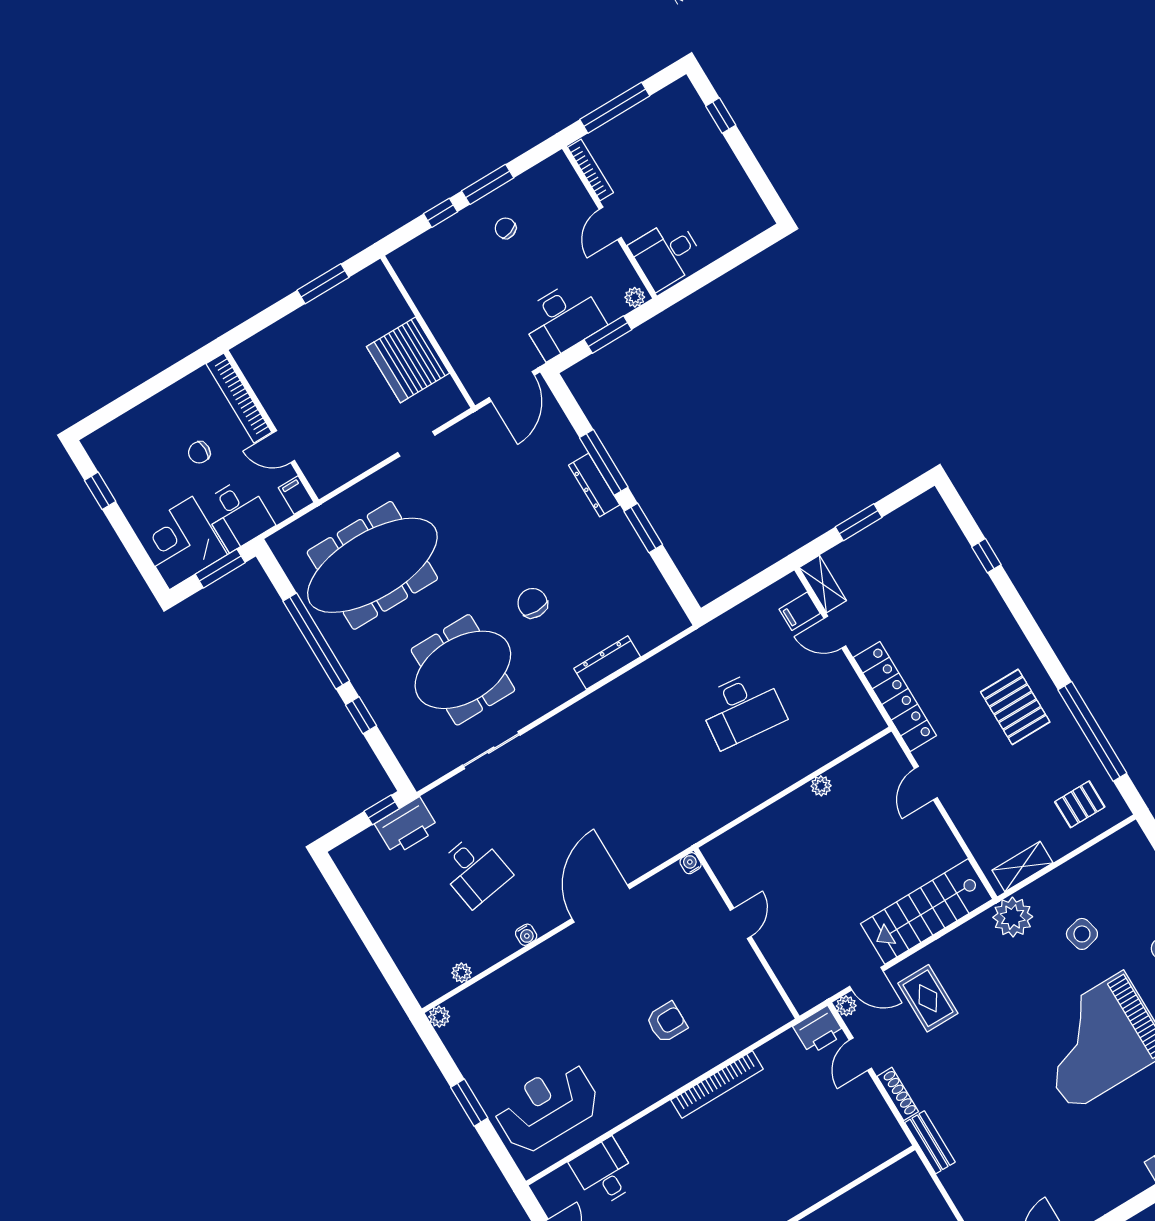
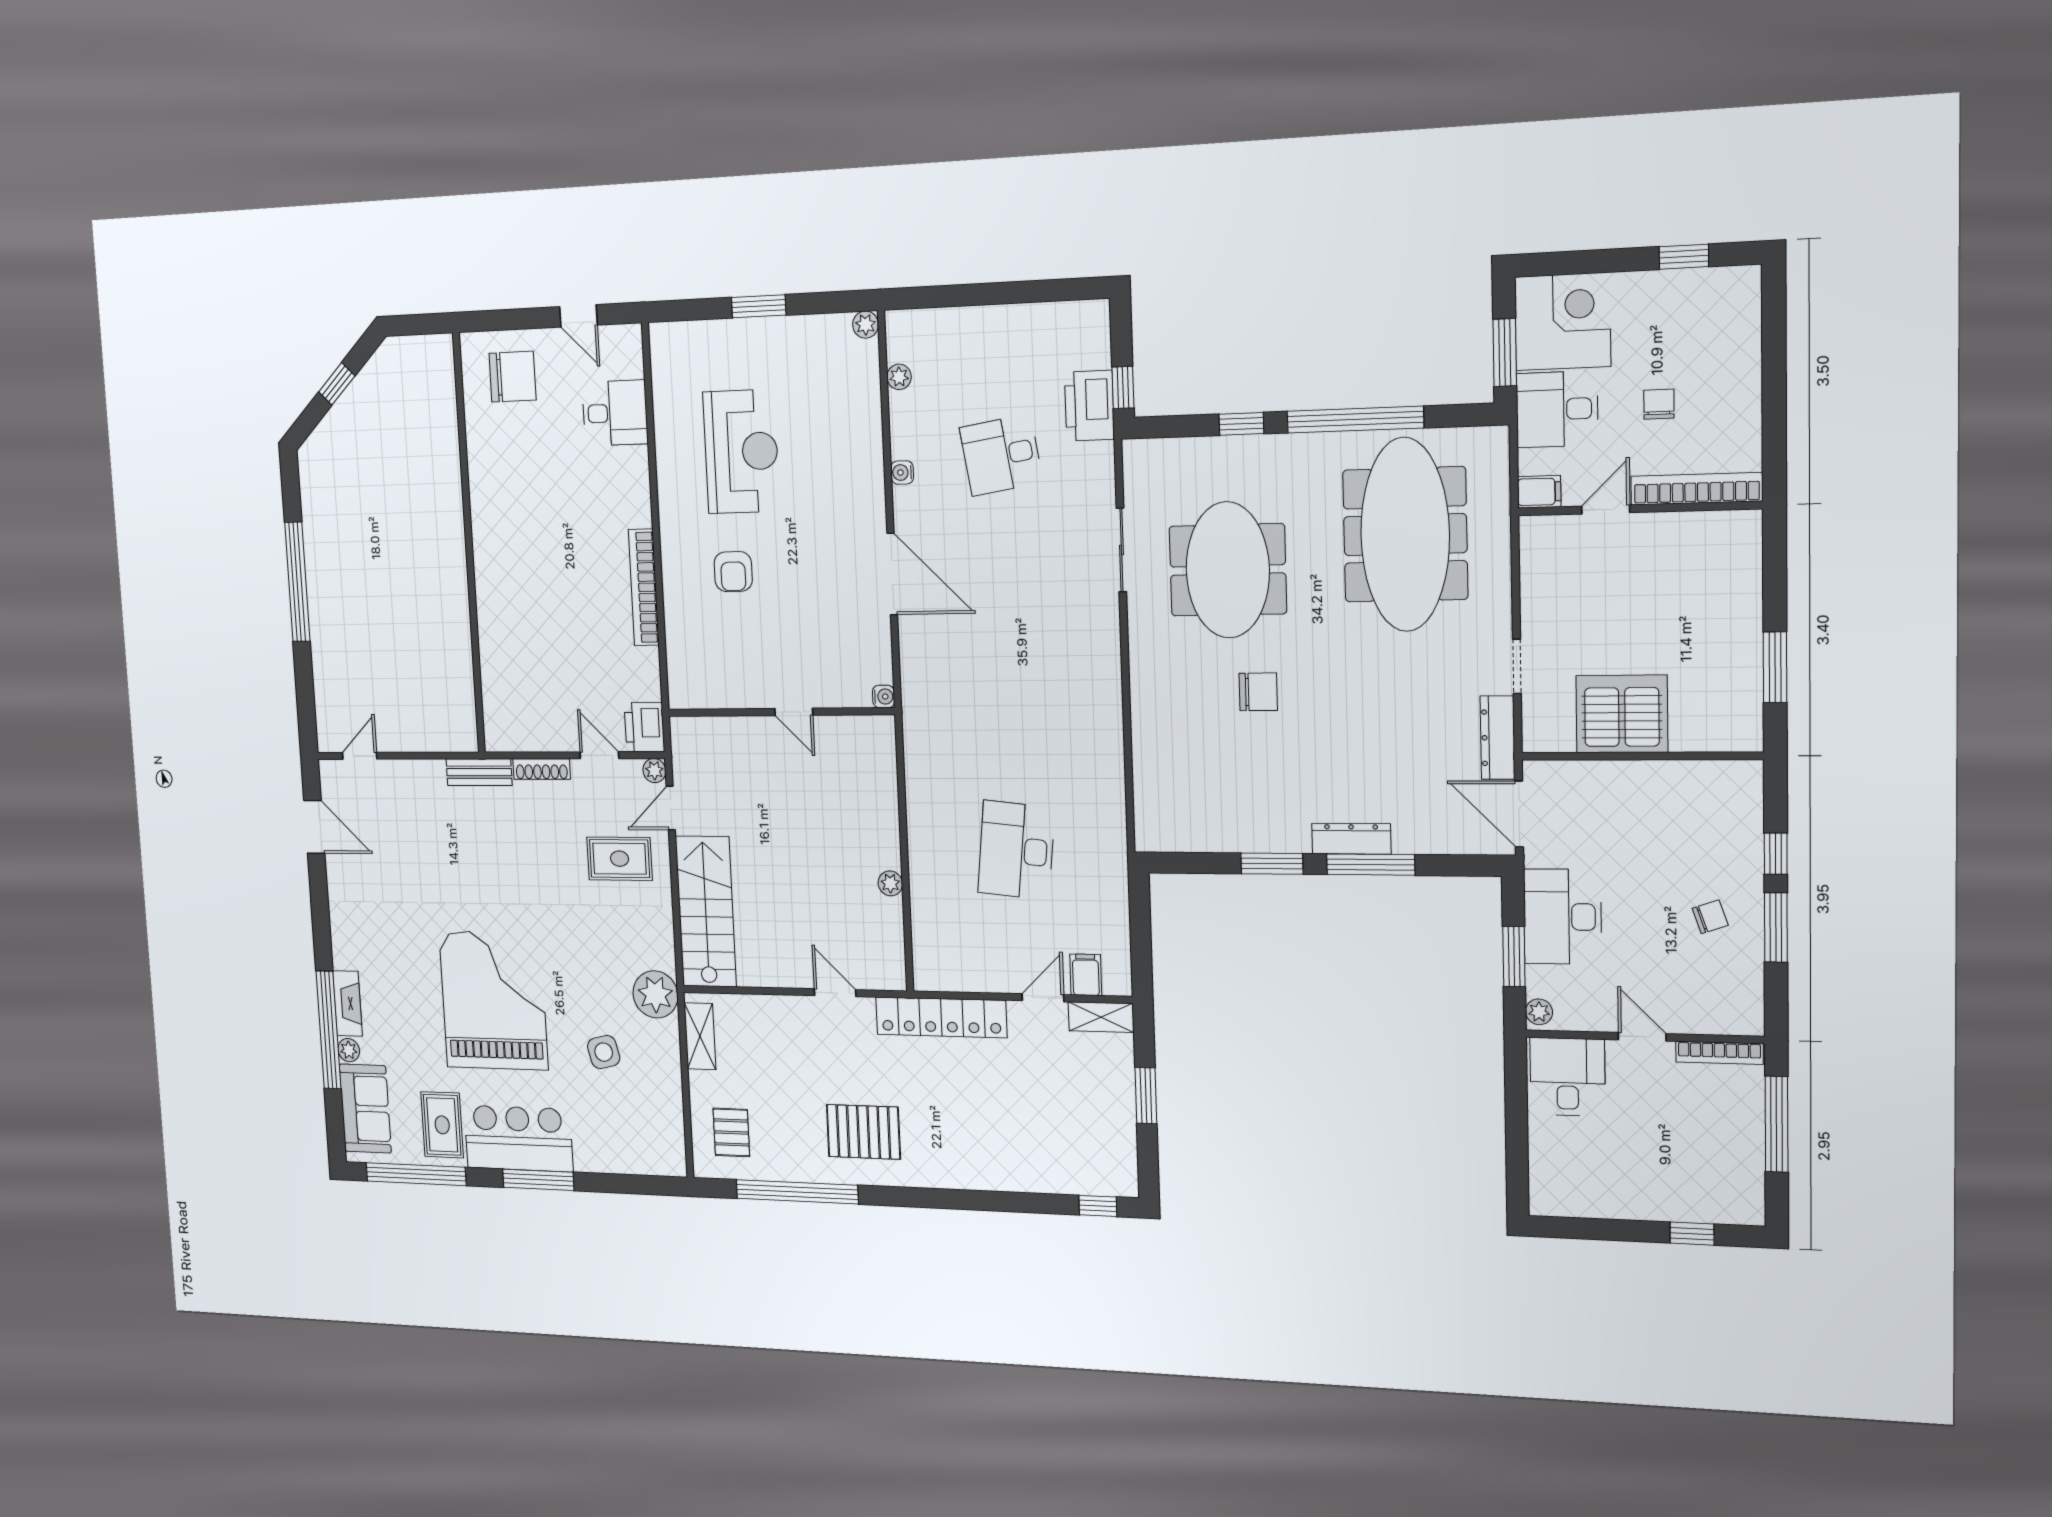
window: (986, 556) -> (1098, 1206), moved
dresser: (607, 663) -> (1498, 738), moved, turned 180
reception desk: (547, 1107) -> (741, 452), moved

